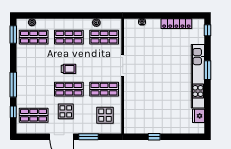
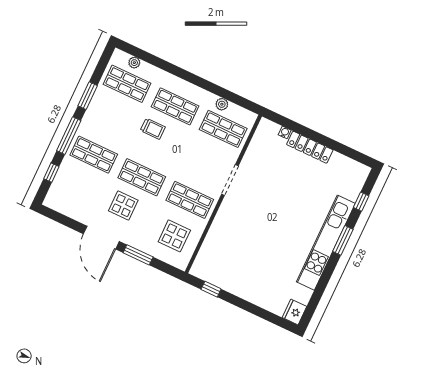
locker: (176, 24) -> (310, 147), moved
window: (208, 30) -> (361, 202), moved
window: (13, 34) -> (88, 96), moved
trolley: (68, 69) -> (153, 129), moved
shop shelf: (34, 115) -> (94, 155), moved
fridge: (199, 116) -> (294, 312), moved
window: (154, 137) -> (211, 289), moved

